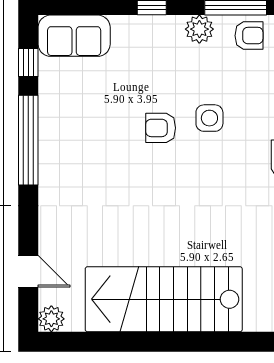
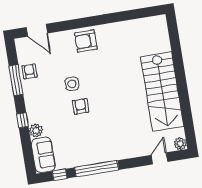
plant: (199, 29) -> (36, 131), moved
armchair: (161, 128) -> (81, 106), turned 180

